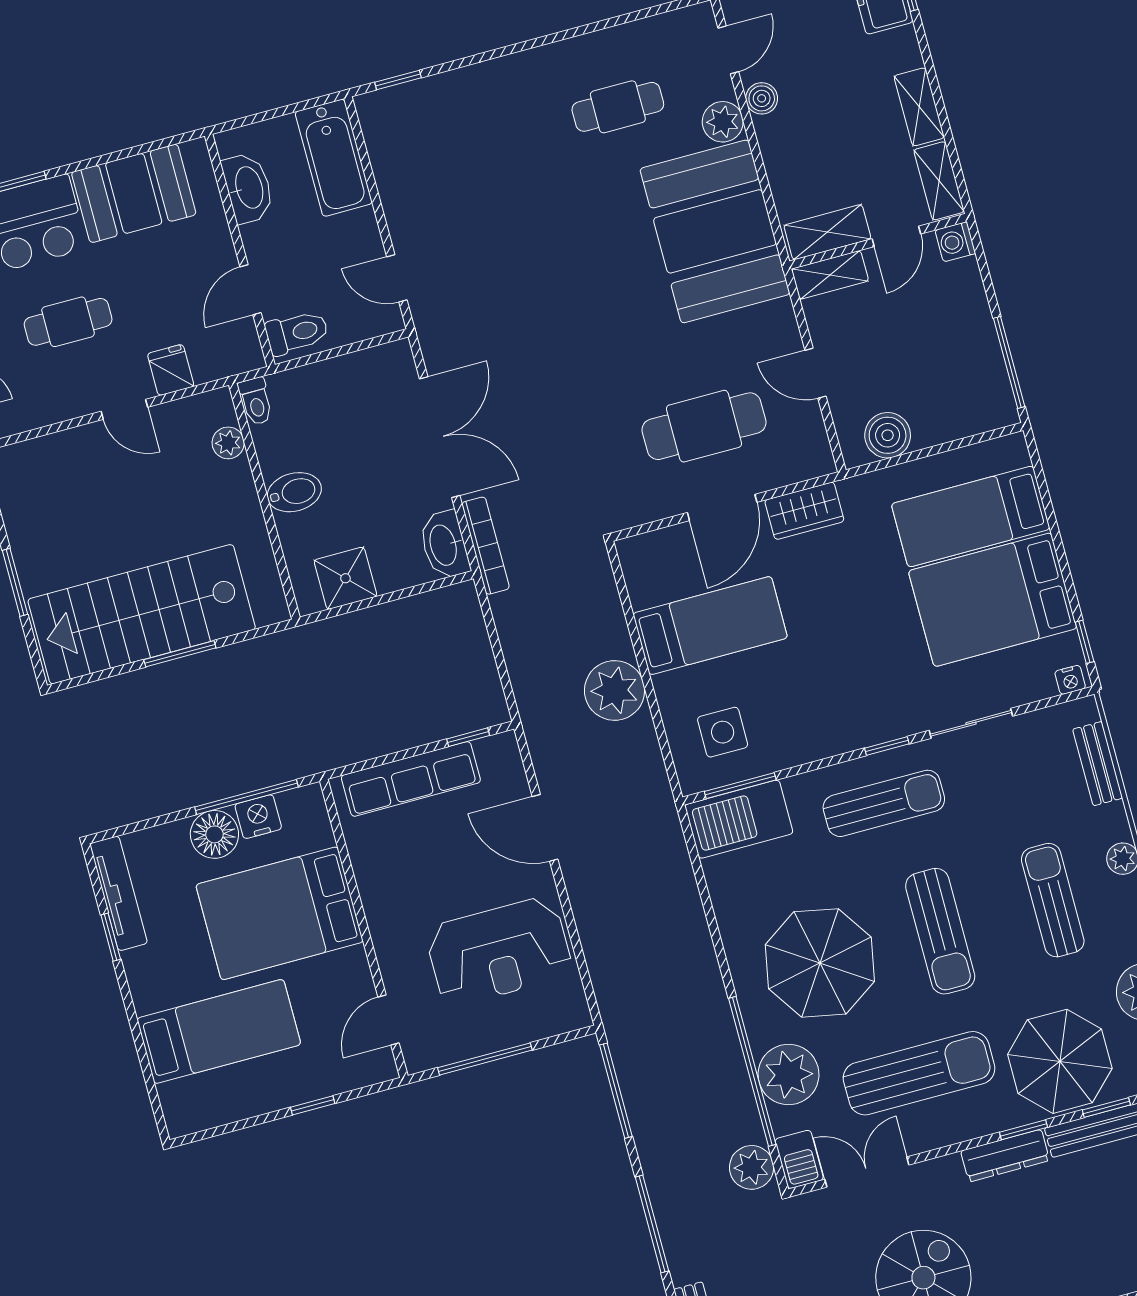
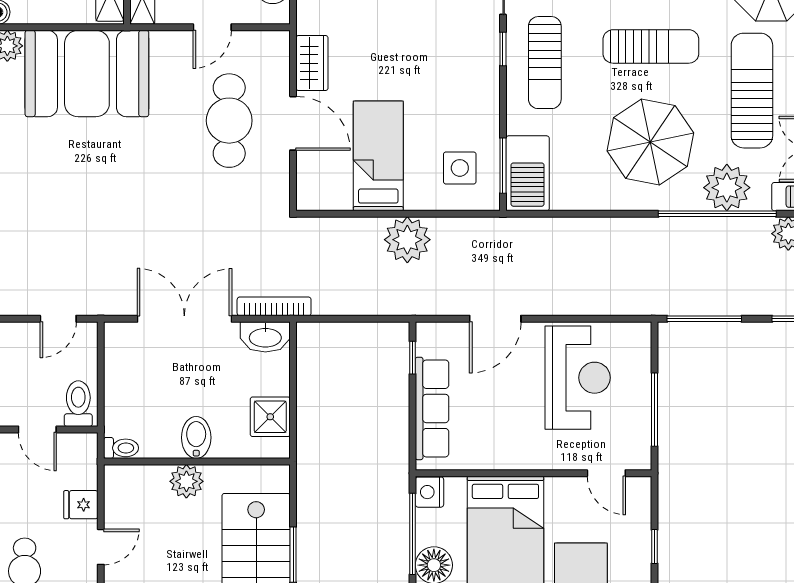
plant: (228, 443) -> (186, 481), moved, width x1.38, depth x1.38
sun lounger: (884, 803) -> (545, 63), turned 180
nightstand: (258, 817) -> (430, 492), moved

